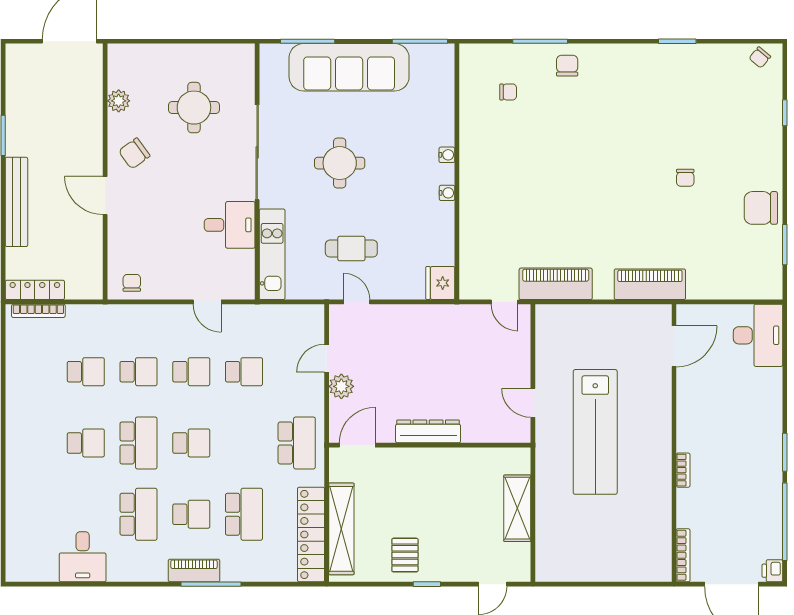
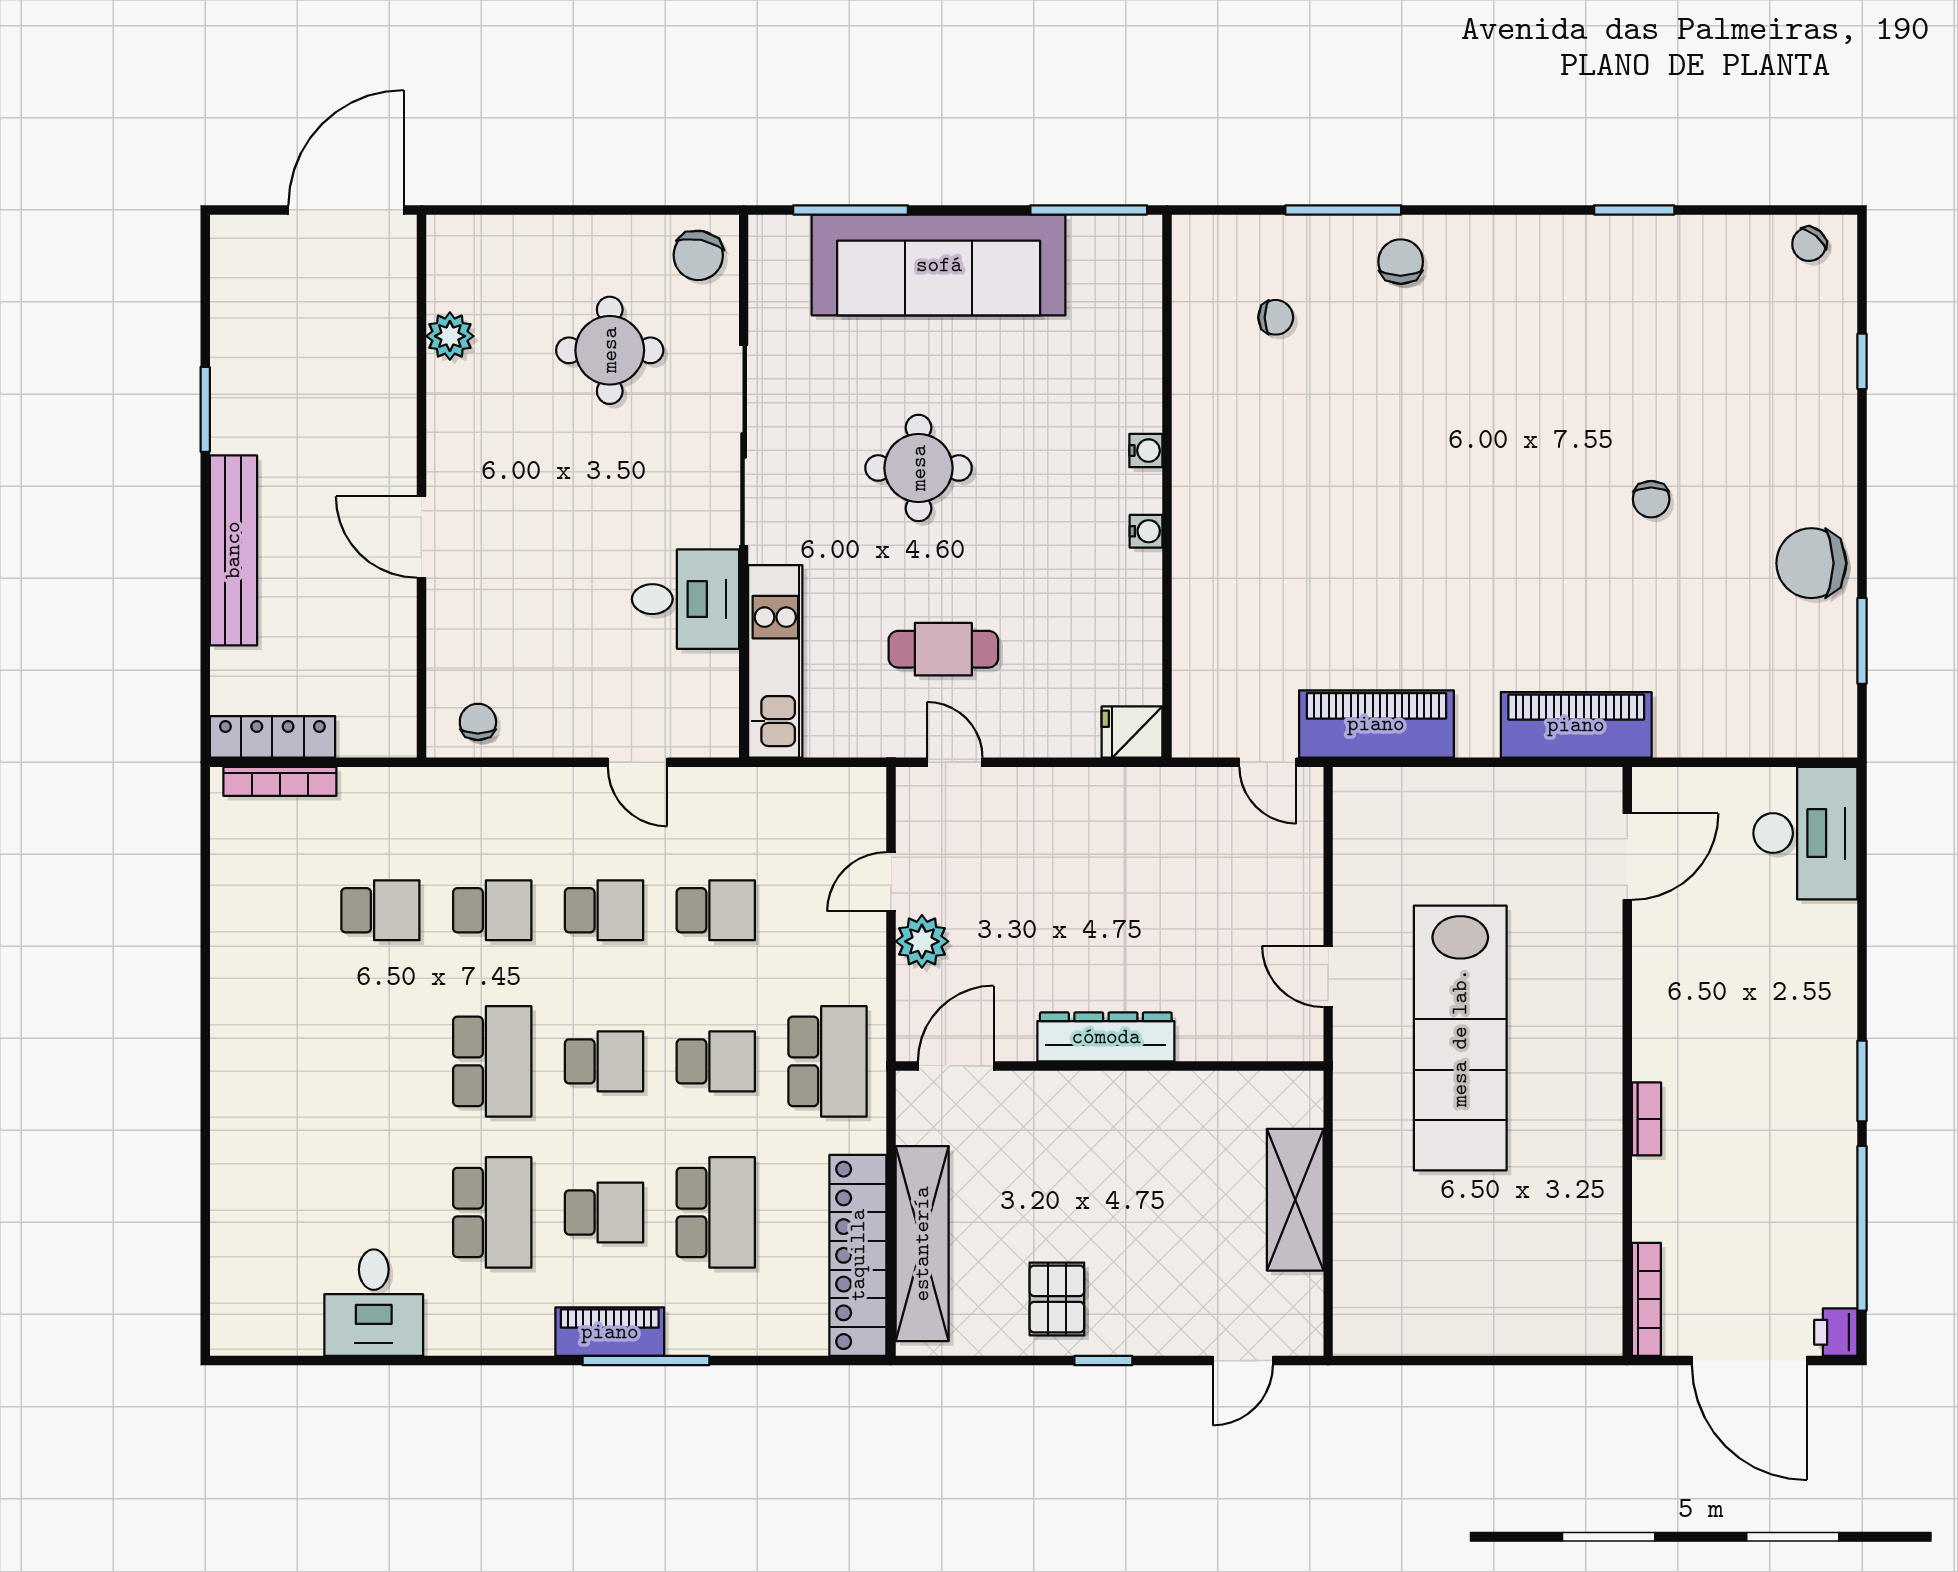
chair: (134, 153) -> (698, 255), moved, turned -43
fridge: (440, 283) -> (1132, 732), width x0.72
school desk: (86, 443) -> (716, 1061), moved

